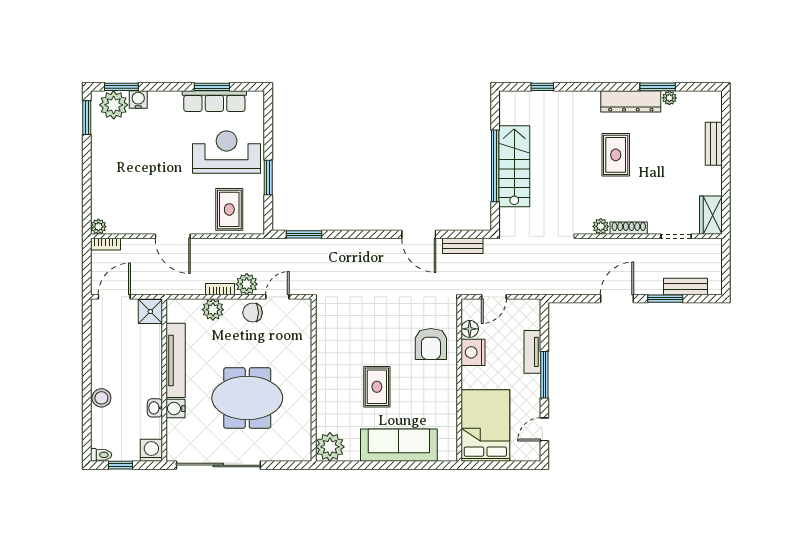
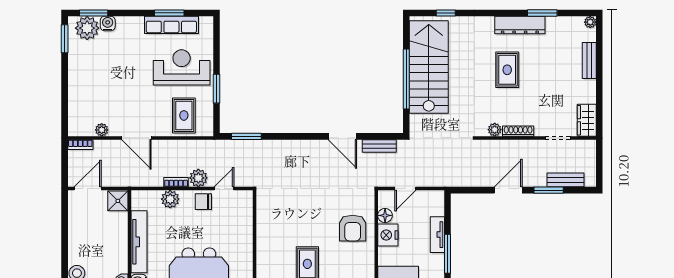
plant: (669, 98) -> (590, 22), moved
stairs: (514, 166) -> (429, 67), width x1.36, depth x1.51
plant: (98, 227) -> (102, 130), moved

